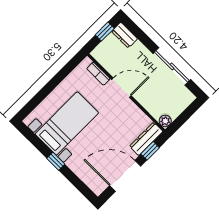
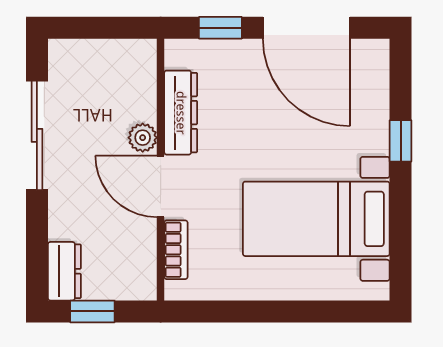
plant: (165, 121) -> (143, 138), moved
dresser: (146, 139) -> (181, 113), moved, turned -90
window: (56, 161) -> (401, 141), moved

